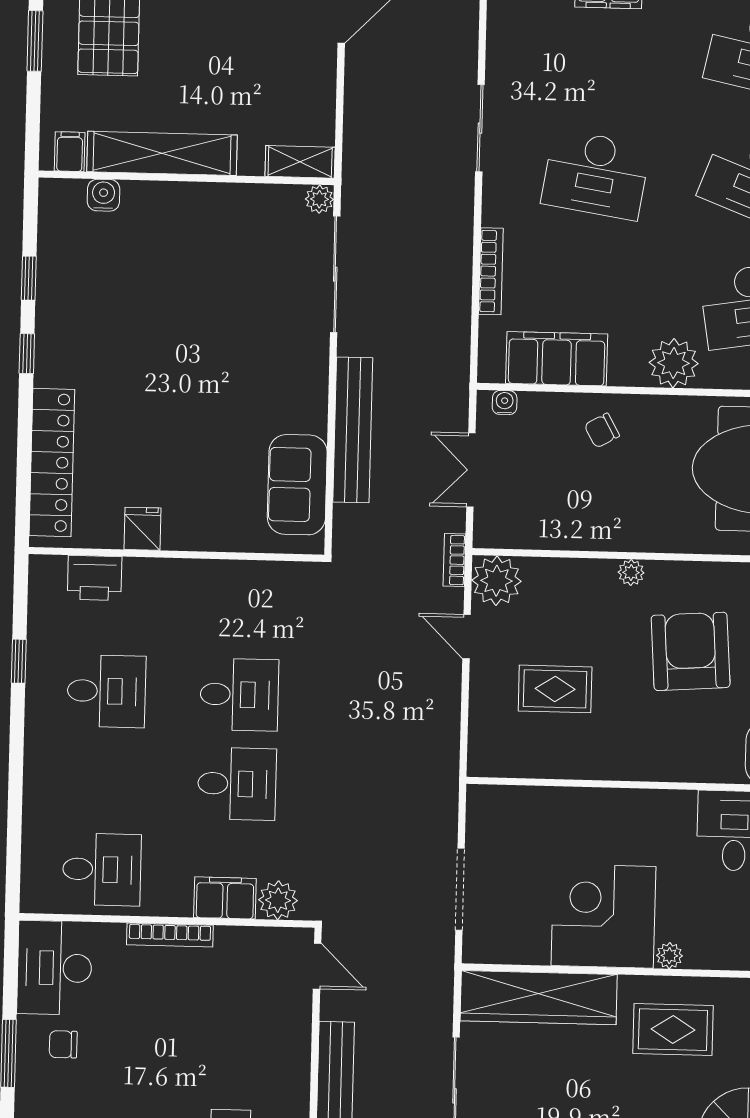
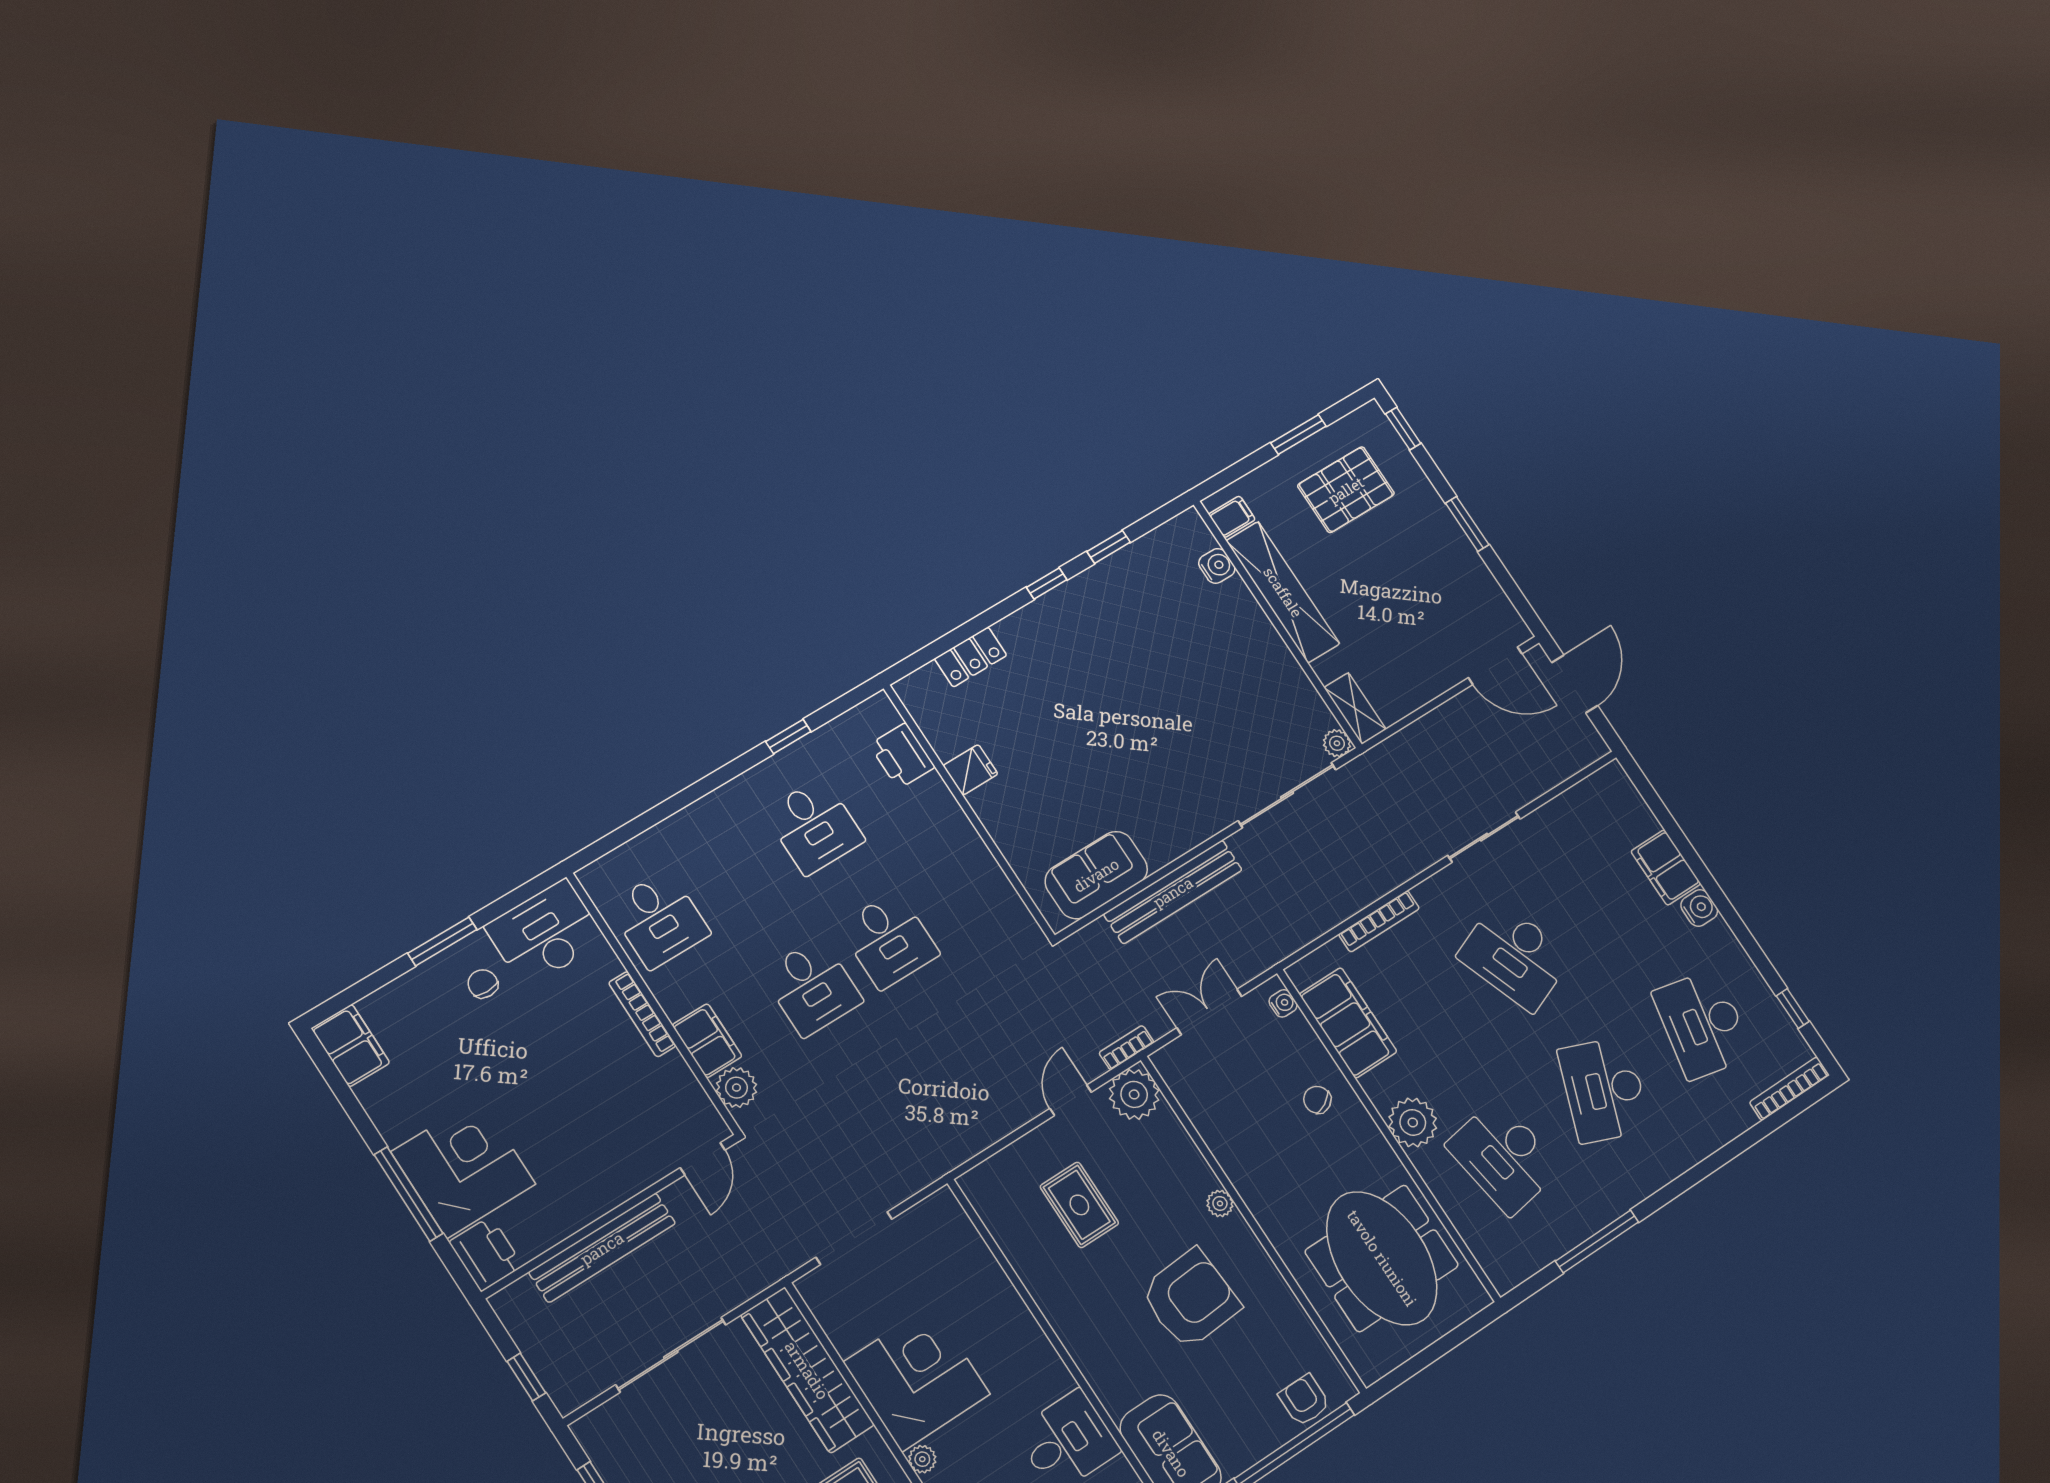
desk: (596, 175) -> (1515, 956), turned -30
locker: (52, 462) -> (971, 657), width x0.46, depth x0.83

